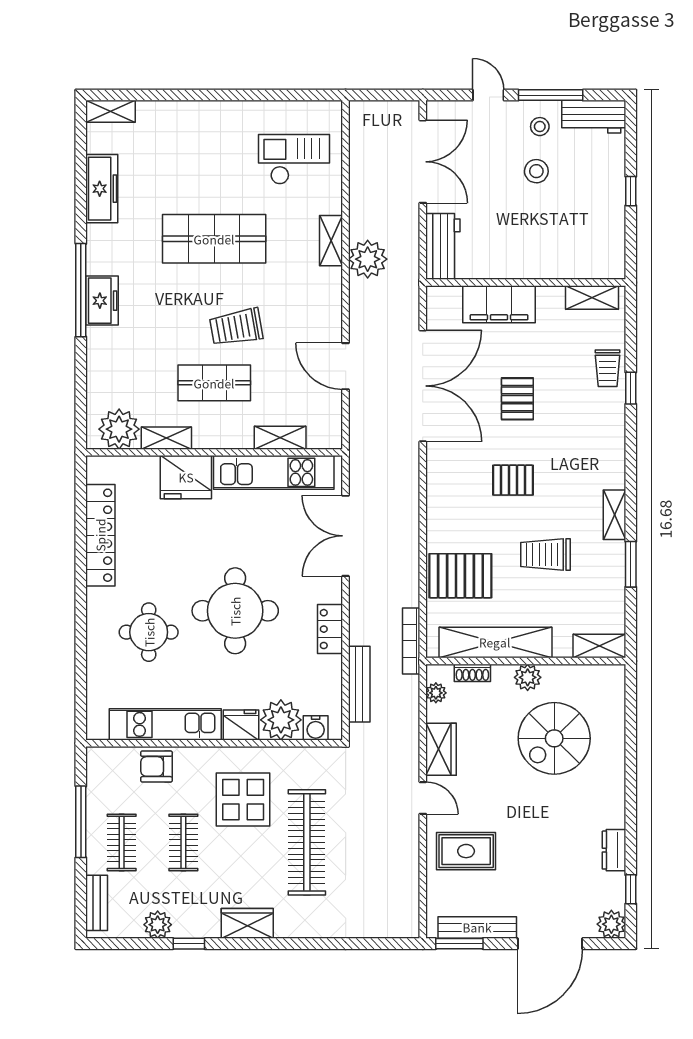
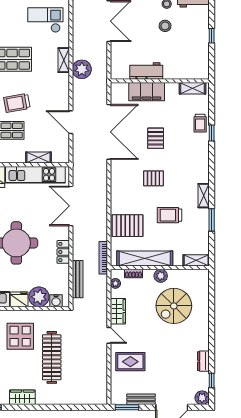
workbench: (443, 246) -> (146, 71), moved, turned -90
bench: (477, 927) -> (141, 399), width x0.73

